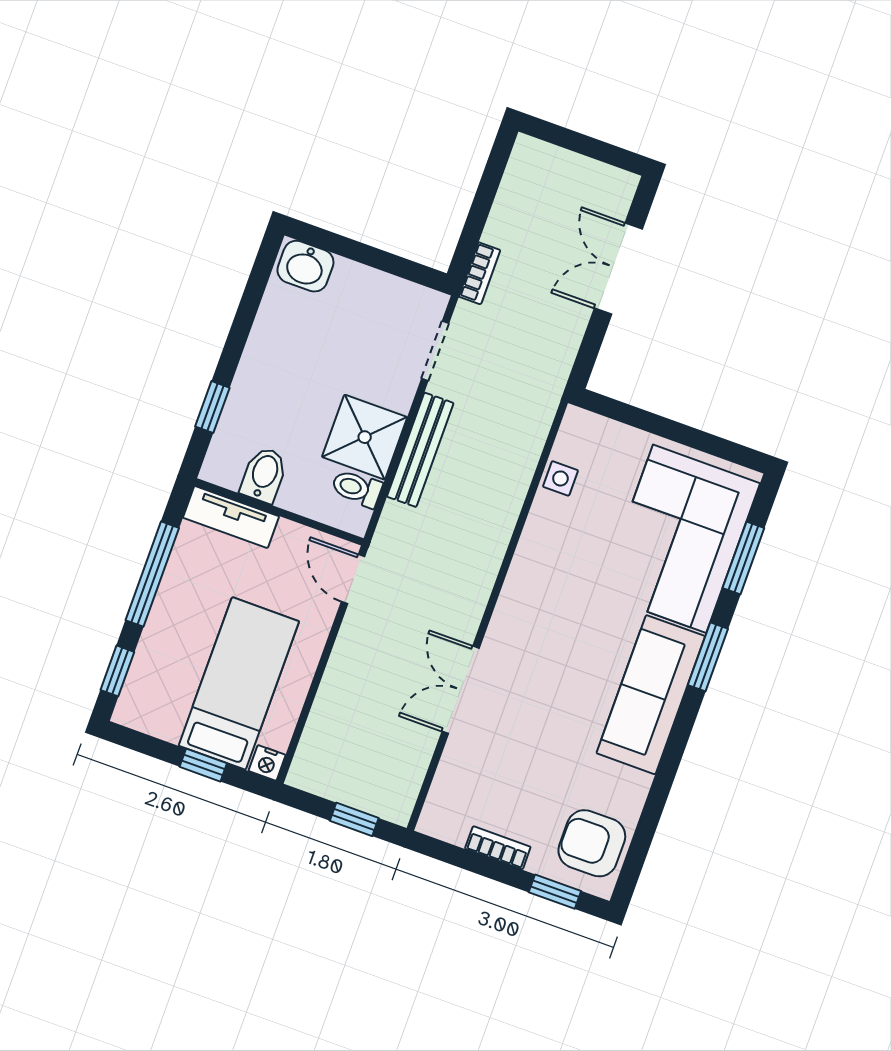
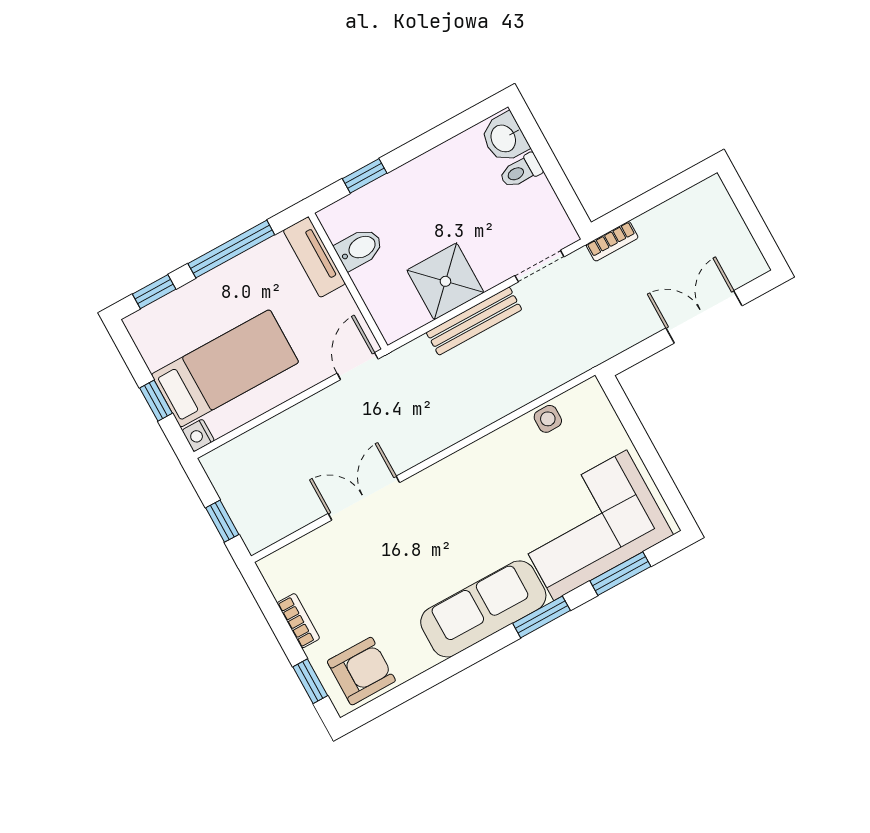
toilet: (357, 488) -> (521, 171), moved, turned -90
armchair: (592, 843) -> (361, 671), turned 90

